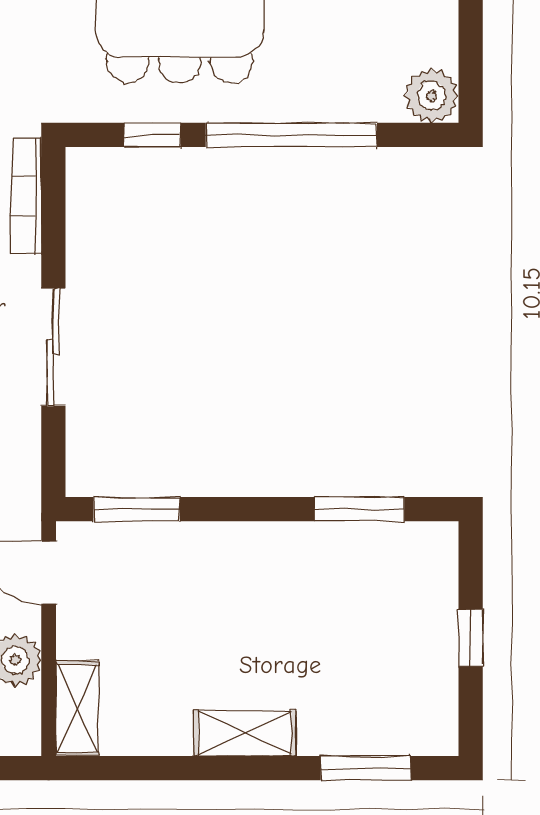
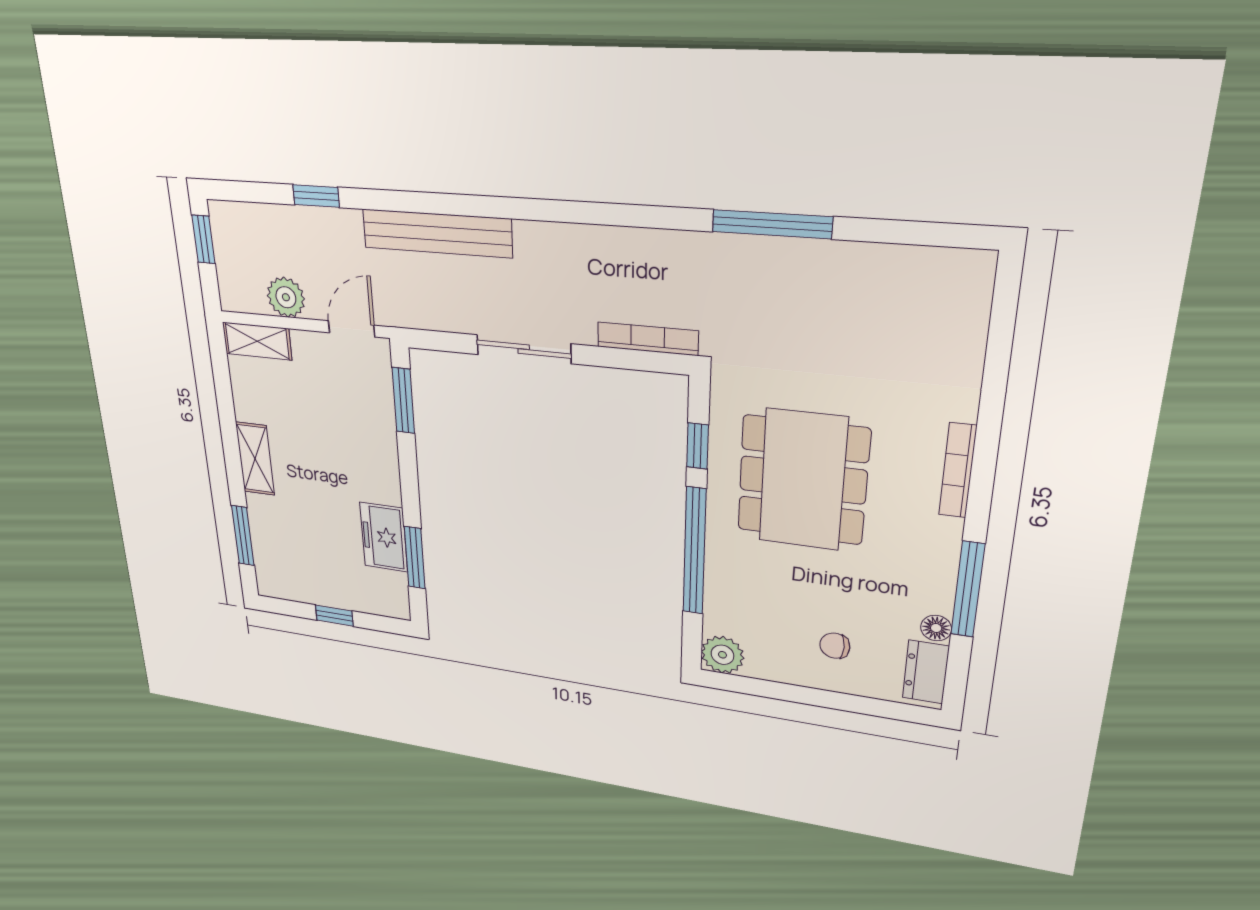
freezer: (335, 552) -> (384, 537), added

